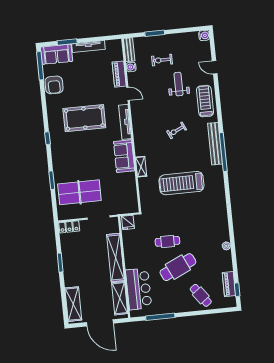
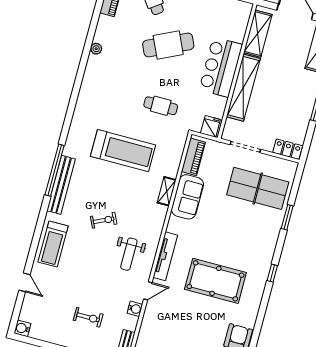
water cooler: (131, 67) -> (135, 309), moved
piano: (119, 74) -> (193, 157), moved
weight bench: (179, 84) -> (129, 254), moved
door: (128, 94) -> (148, 291), swing flipped
sofa: (124, 156) -> (187, 197), moved
cafe table: (167, 241) -> (161, 106), moved
bar counter: (139, 289) -> (221, 67), moved

